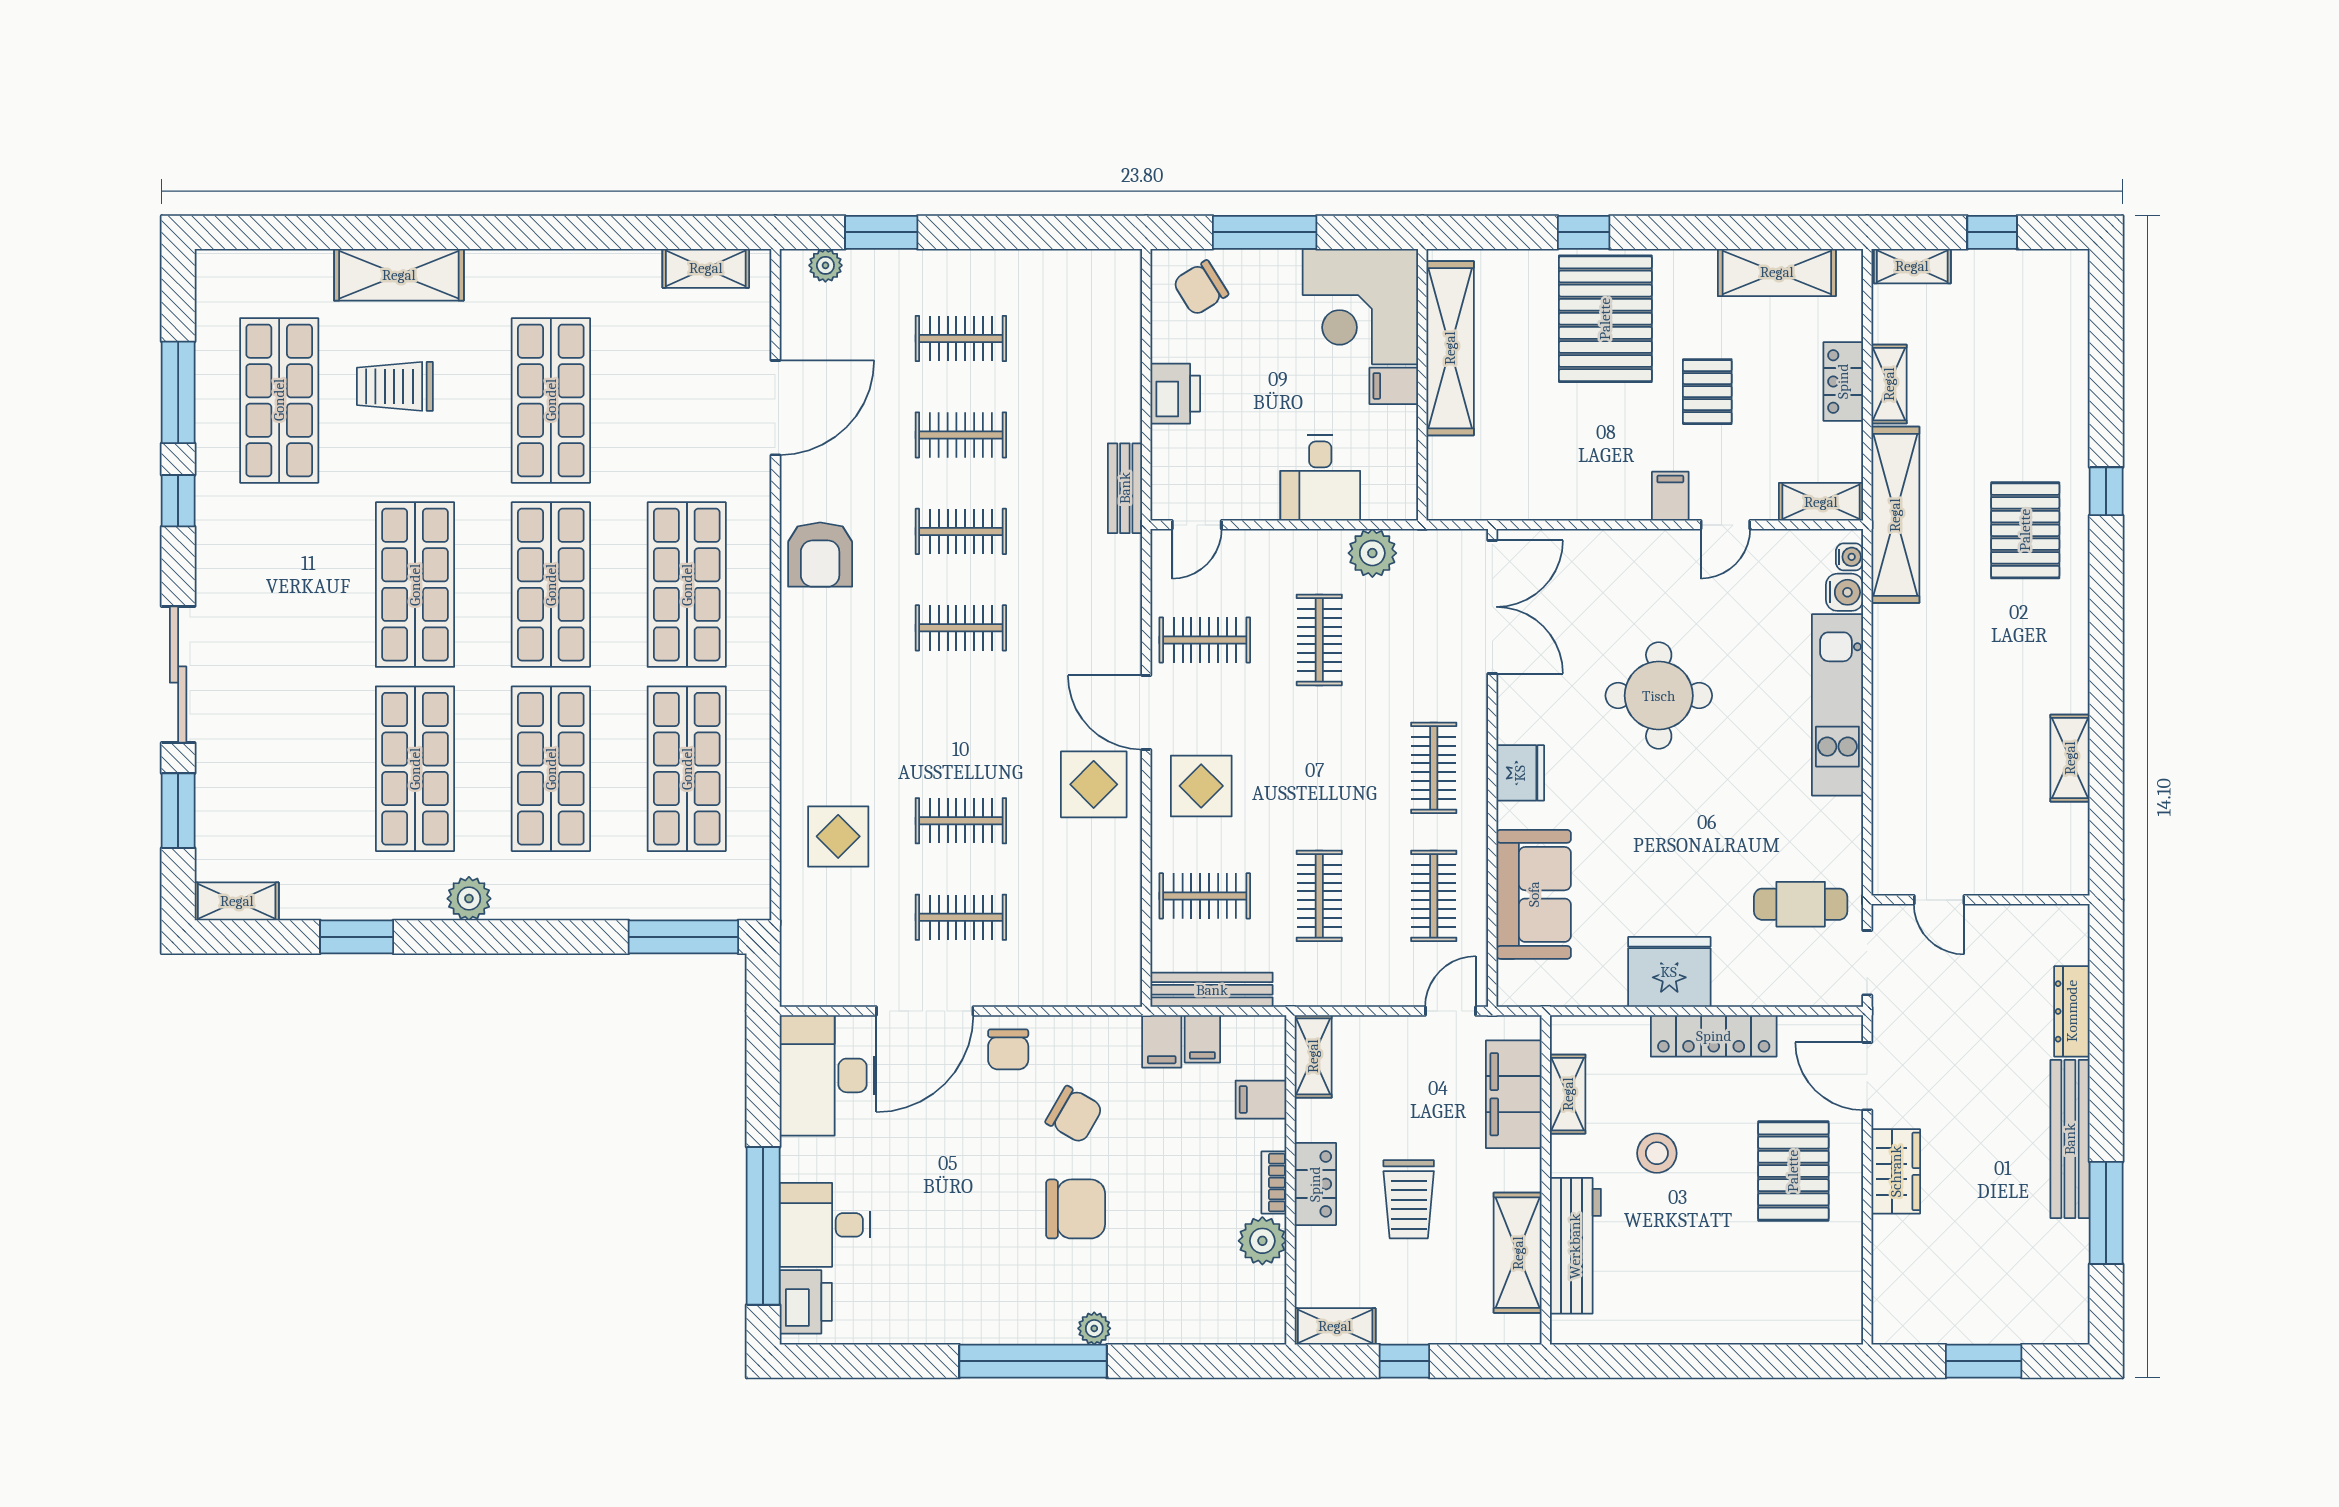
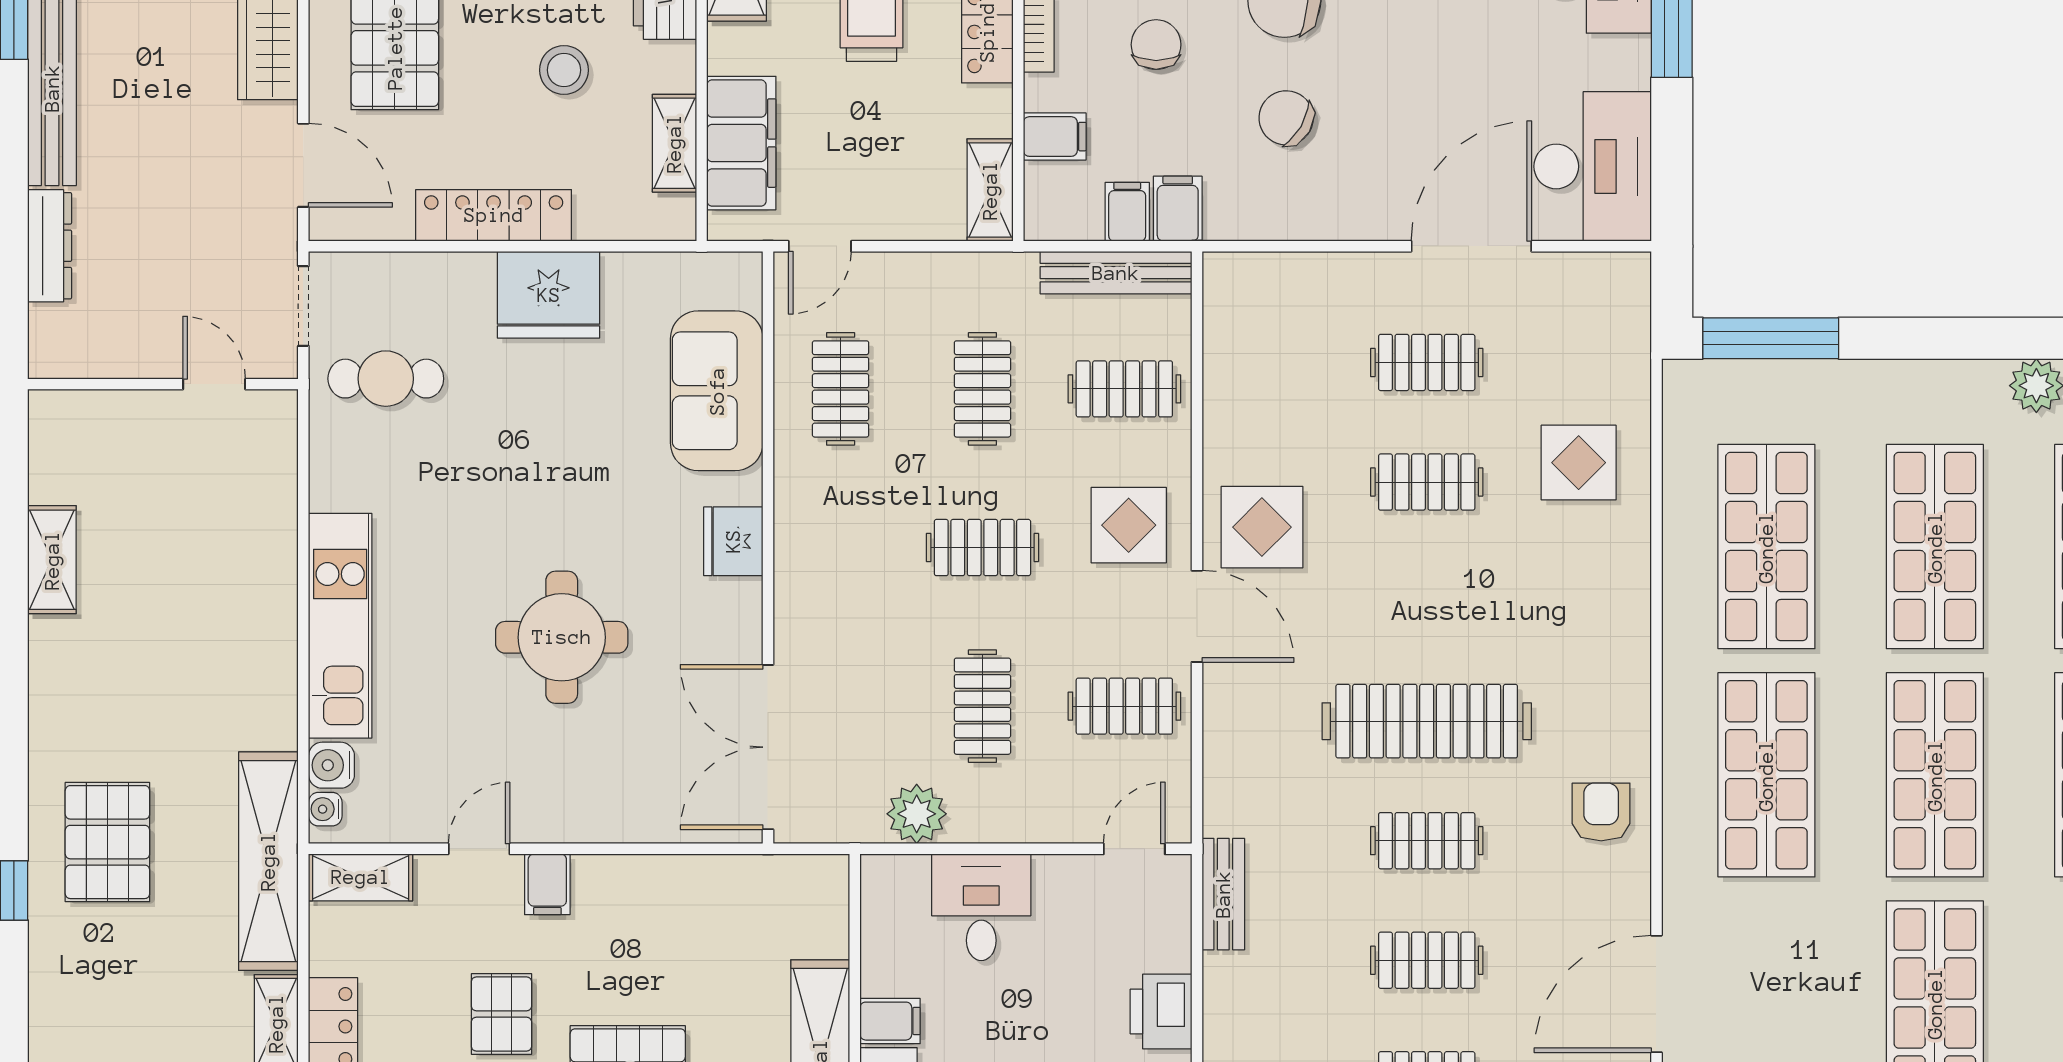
armchair: (820, 555) -> (1601, 812), width x0.72, depth x0.72
clothes rail: (961, 628) -> (1427, 721), width x1.86, depth x1.31
clothes rail: (1434, 768) -> (982, 548), moved, turned 90
chair: (1008, 1049) -> (1156, 45), moved

